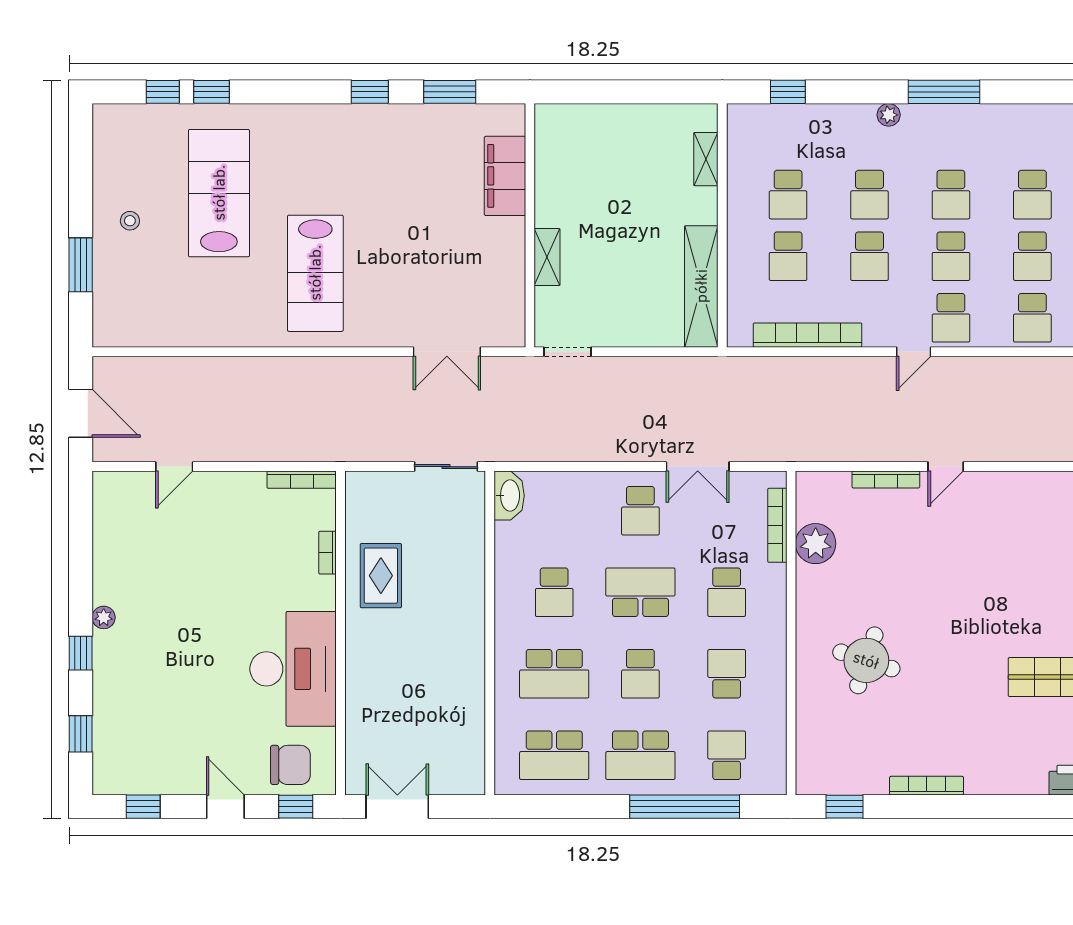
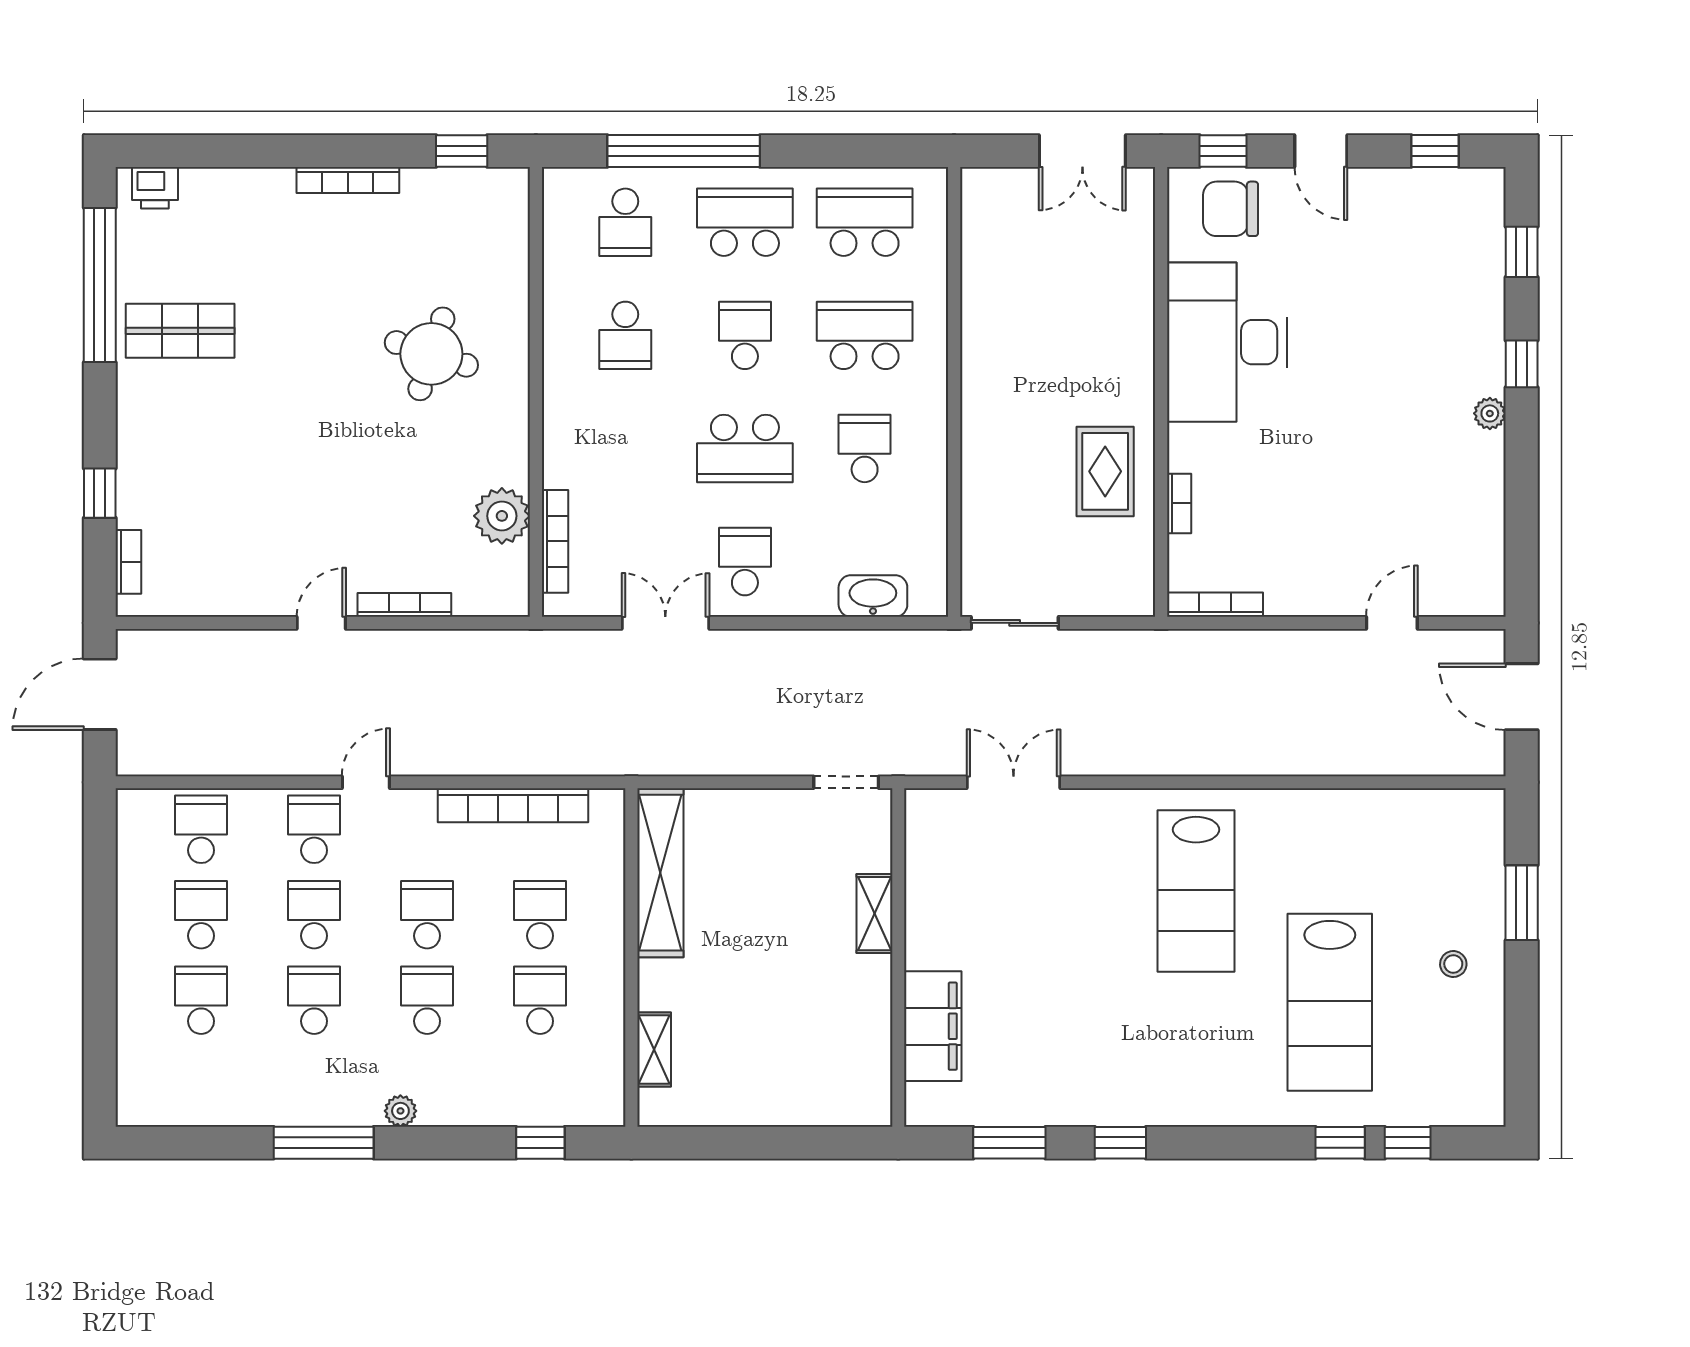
lab bench: (315, 273) -> (1196, 891), turned 180
washbasin: (509, 496) -> (873, 596), moved, turned 90
school desk: (727, 592) -> (625, 448), removed

